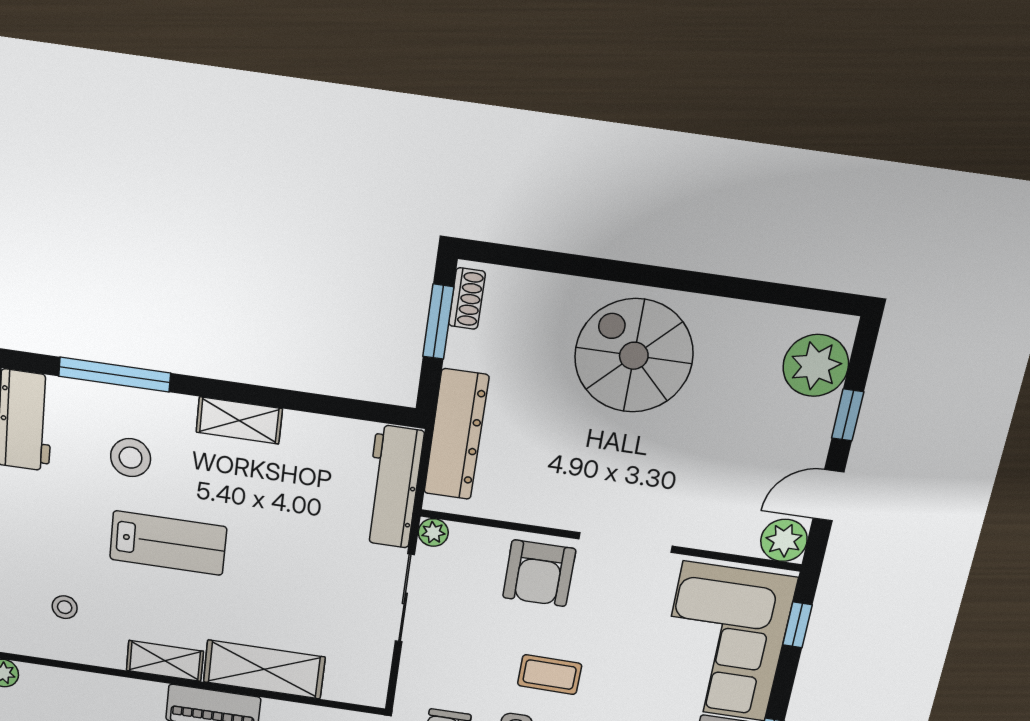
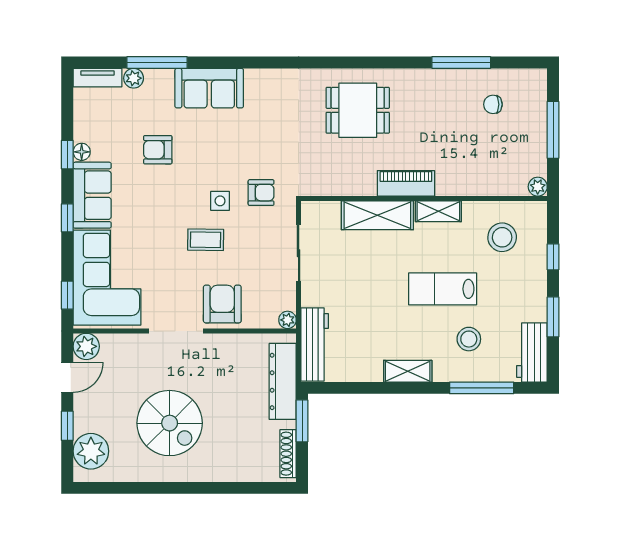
shoe rack: (467, 299) -> (288, 454), width x1.43
window: (438, 322) -> (302, 421), moved
spiral stairs: (634, 356) -> (170, 423), moved
sliding door: (405, 598) -> (299, 253), moved
stool: (65, 607) -> (502, 237), width x1.89, depth x1.89

